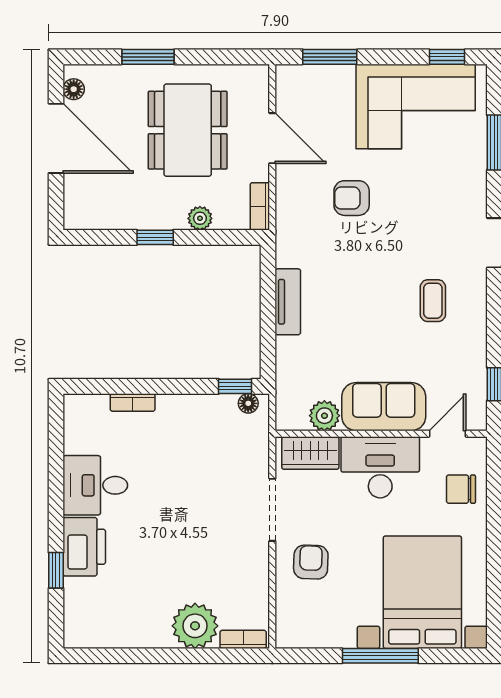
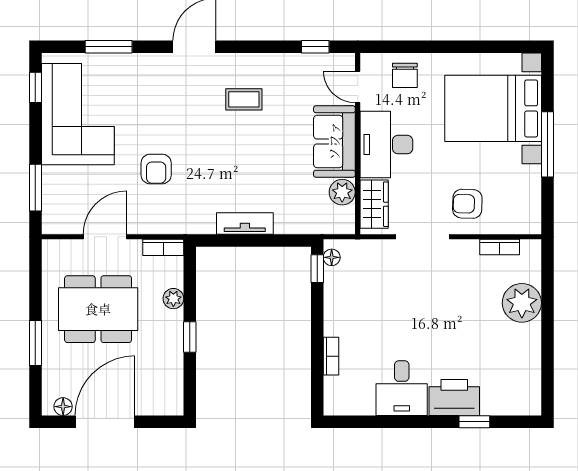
bookcase: (243, 639) -> (500, 247), moved, turned -90

